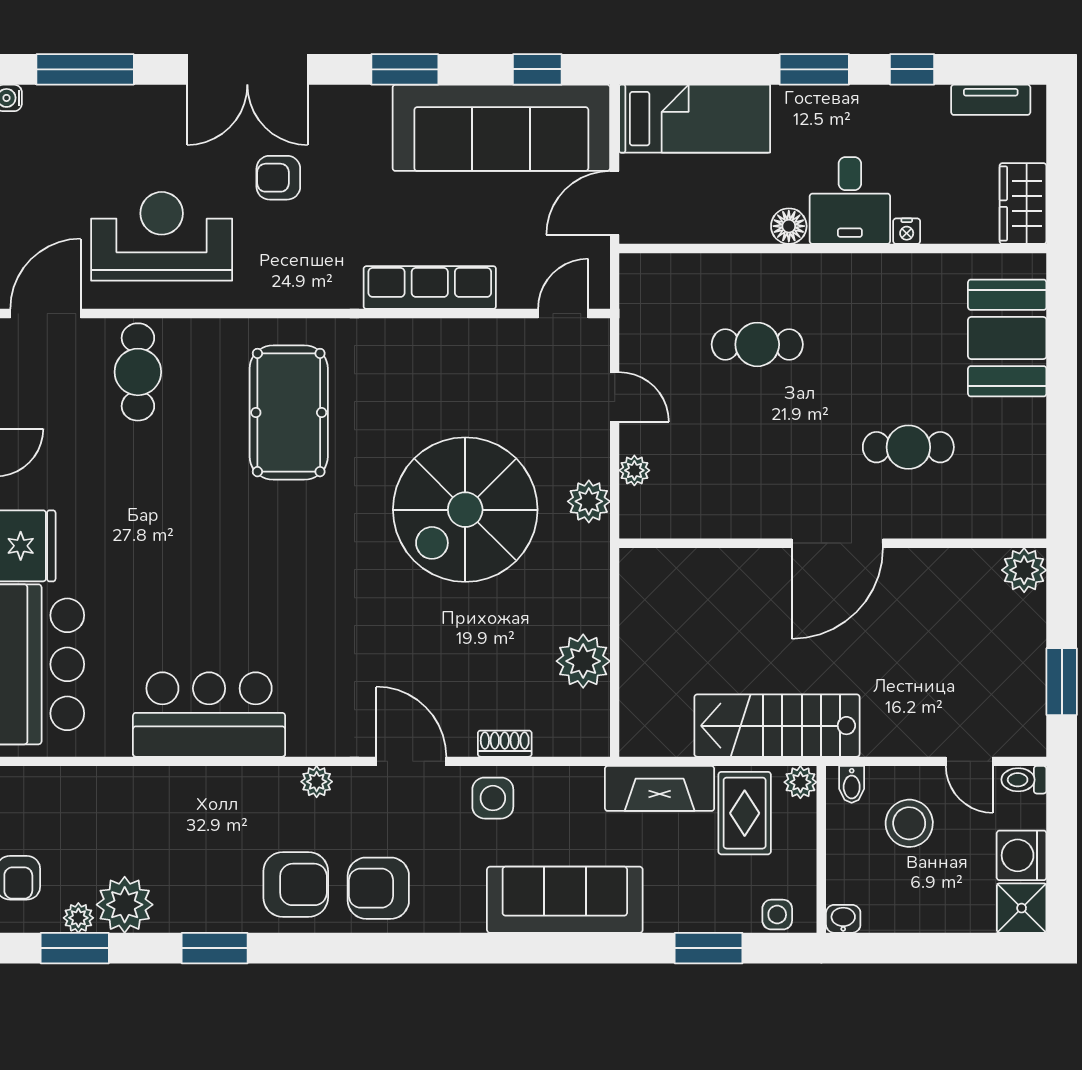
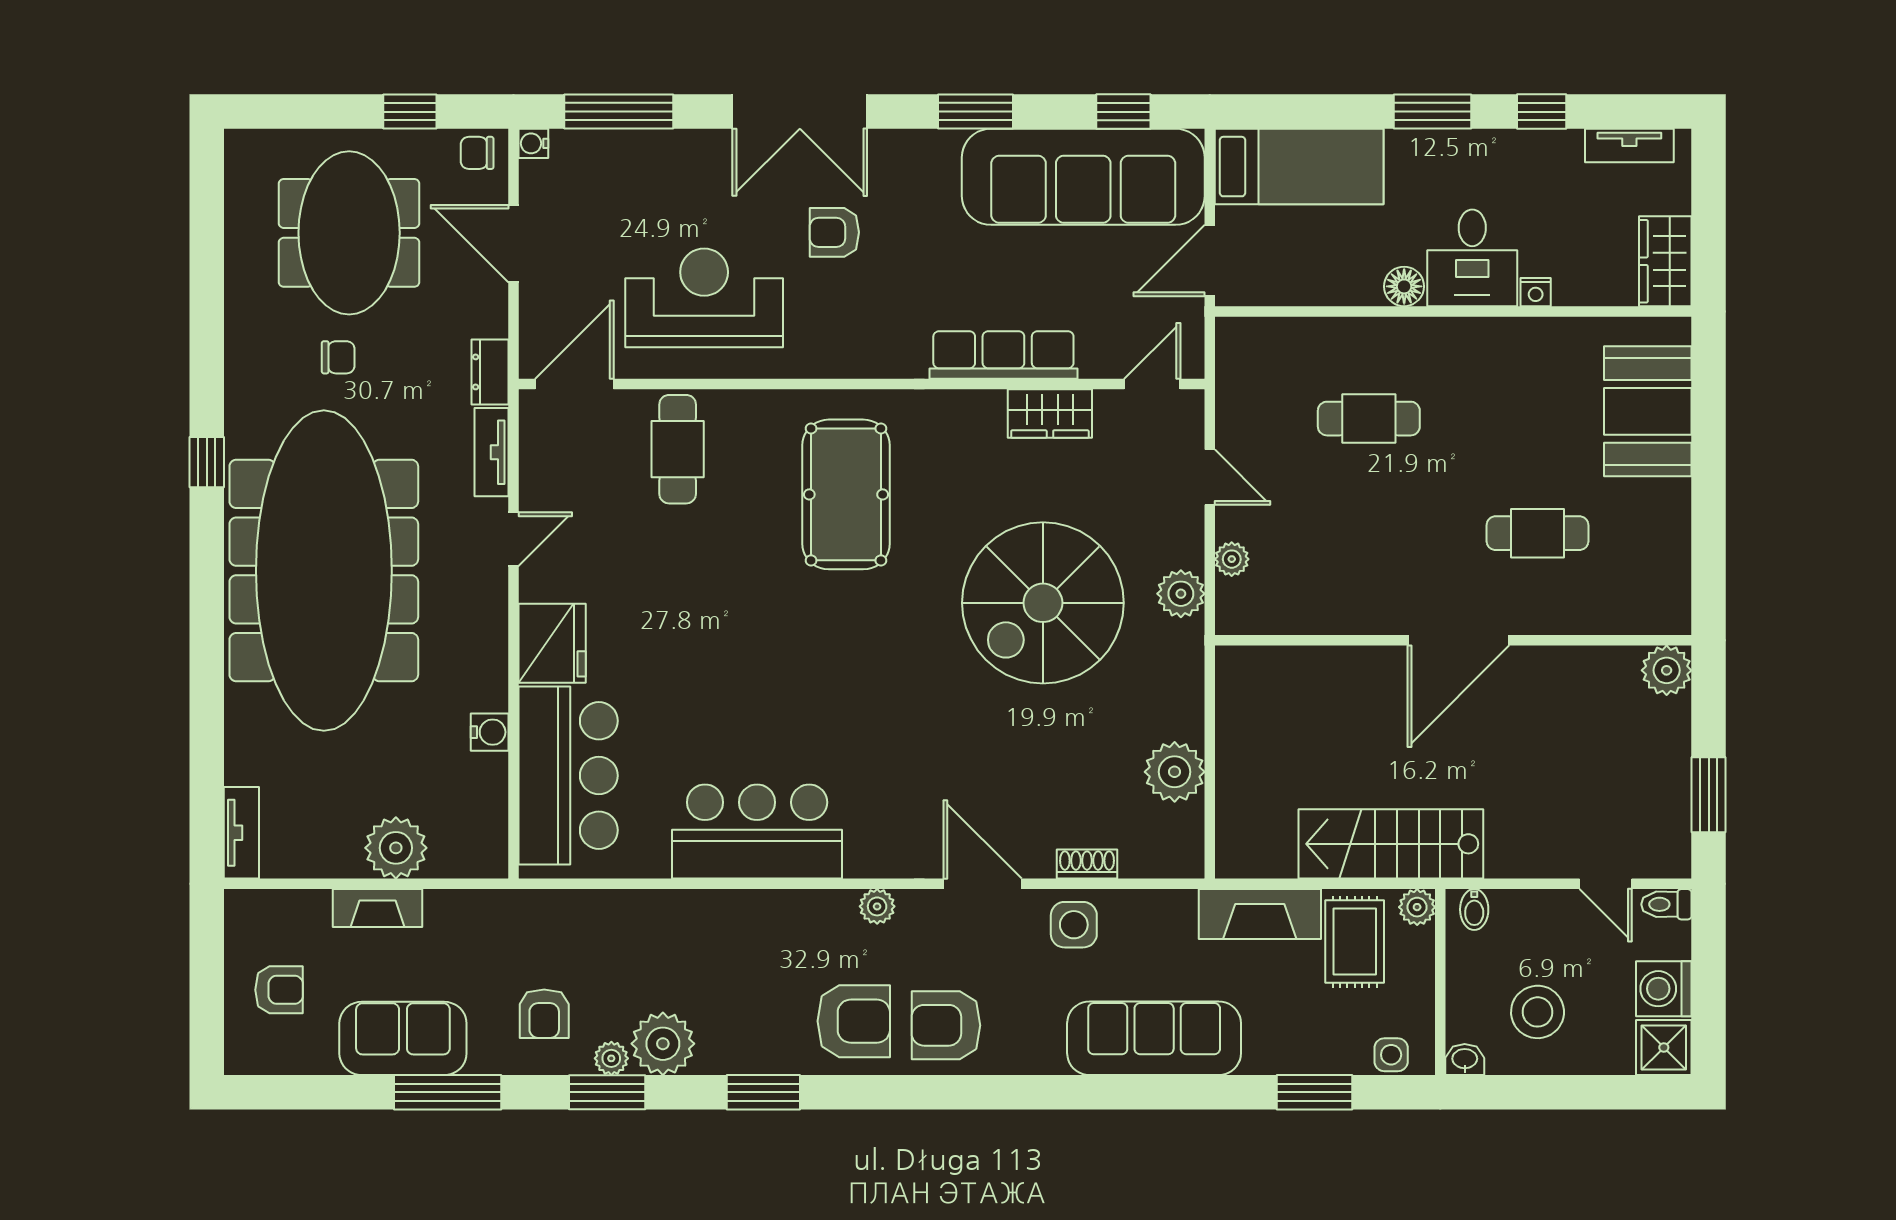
wardrobe: (471, 340) -> (1050, 414), added
stool: (909, 823) -> (1538, 1012), moved

